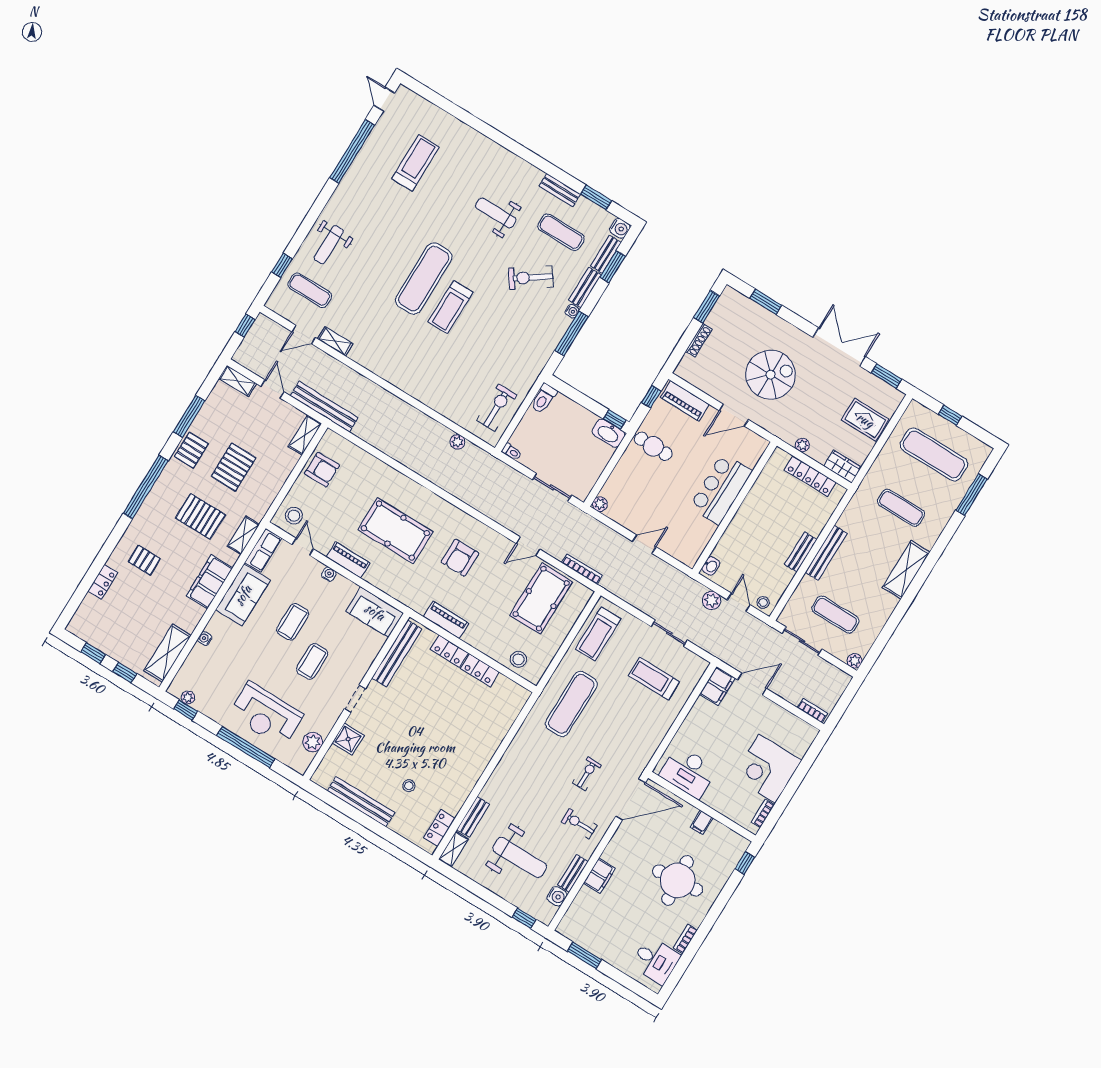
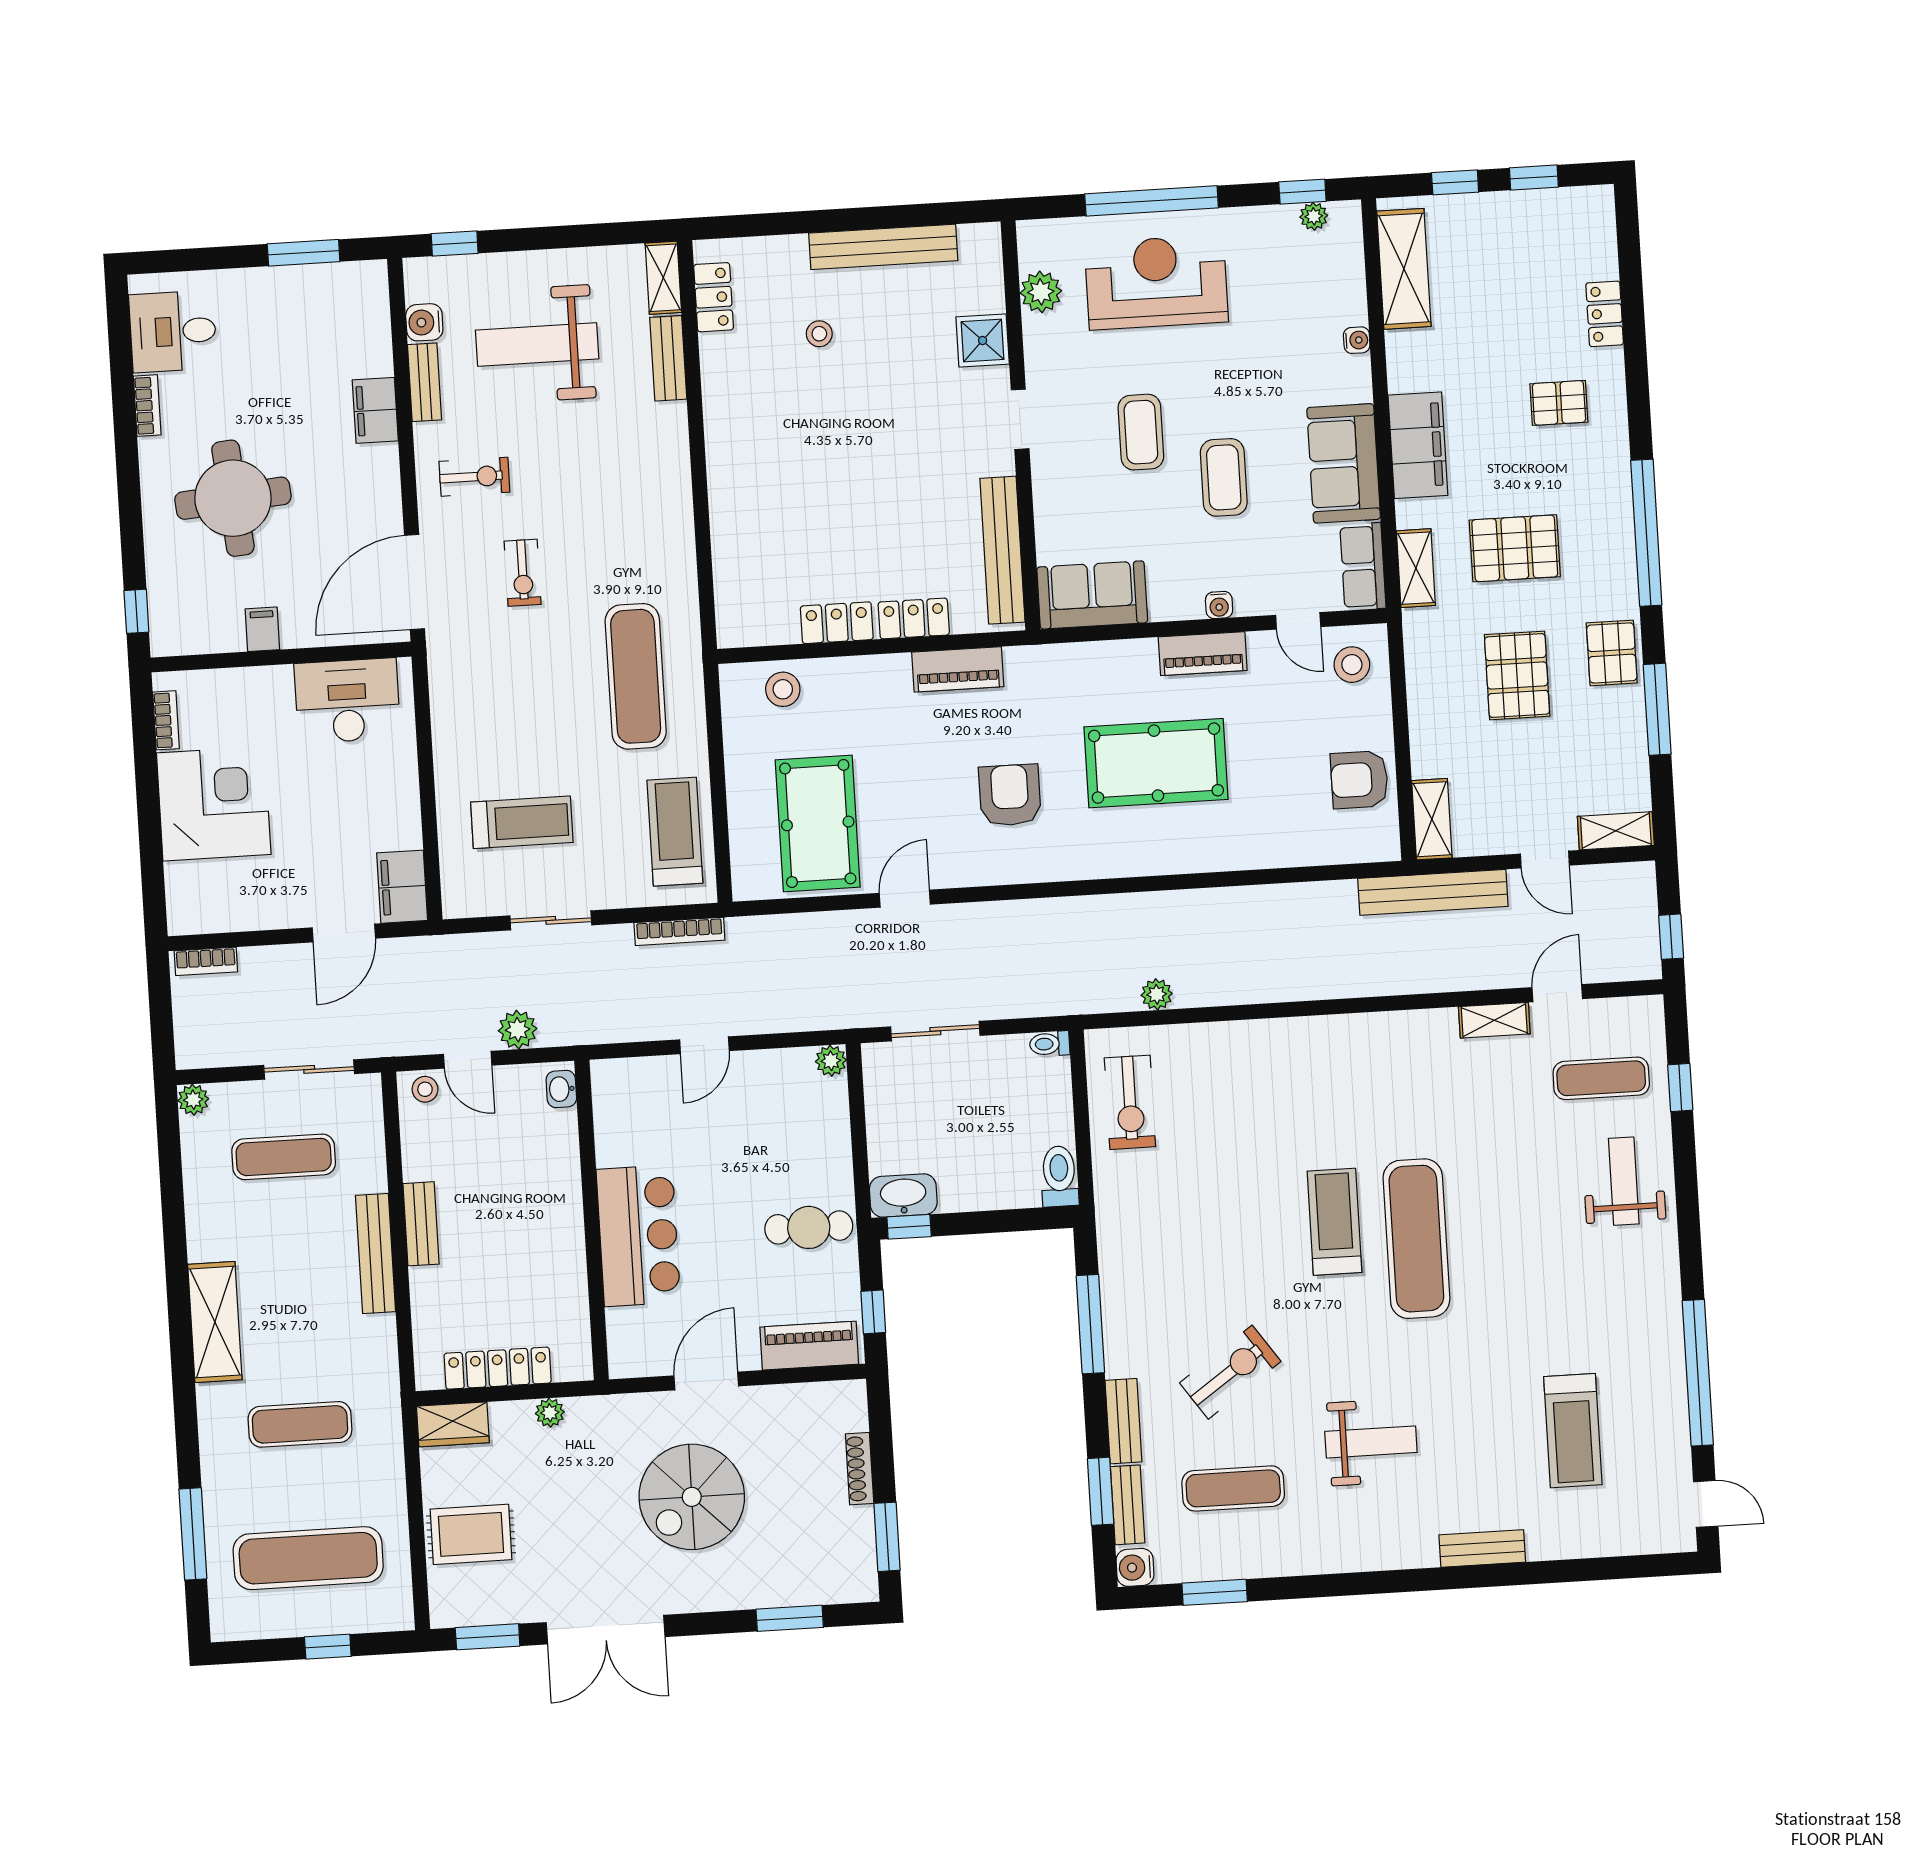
bench: (560, 190) -> (1482, 1549), moved
water cooler: (572, 311) -> (1117, 1364), removed
bookcase: (582, 569) -> (679, 931), moved

